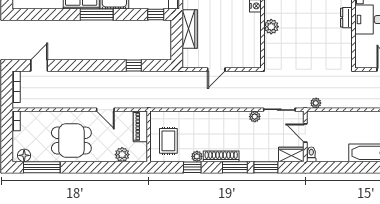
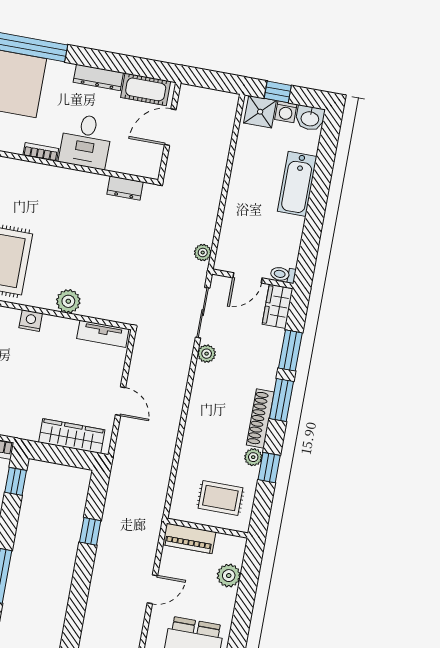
dresser: (346, 18) -> (125, 188), moved
wardrobe: (190, 29) -> (72, 436), moved
tv unit: (255, 51) -> (103, 334), added

